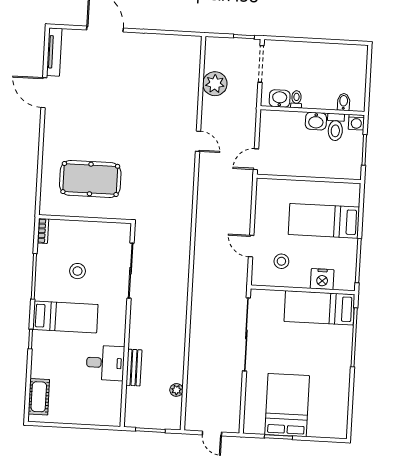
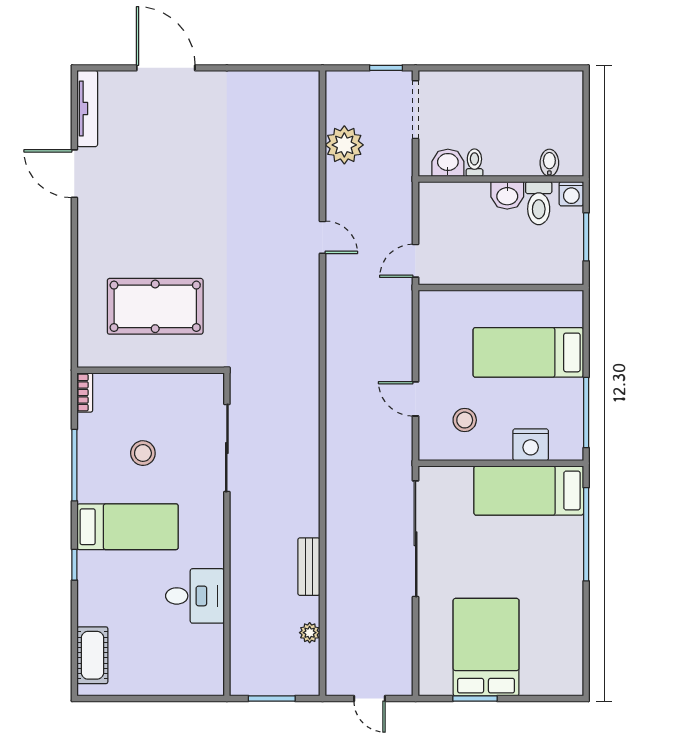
bench: (134, 368) -> (309, 567), moved

